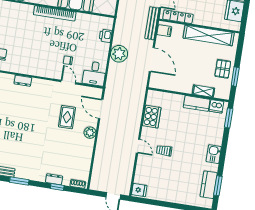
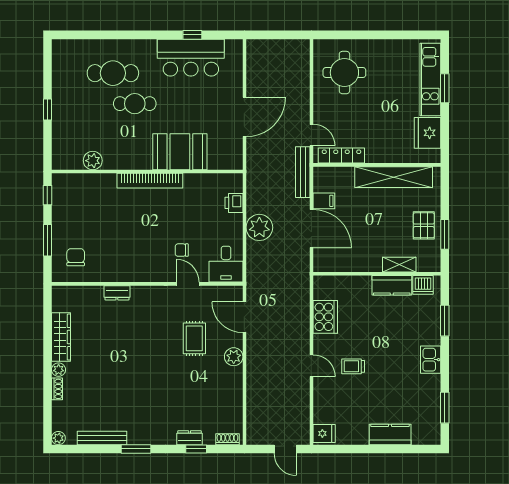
filing cabinet: (164, 31) -> (324, 201), moved
window: (229, 118) -> (445, 321), moved
kitchen counter: (209, 185) -> (390, 434), moved, turned 90

